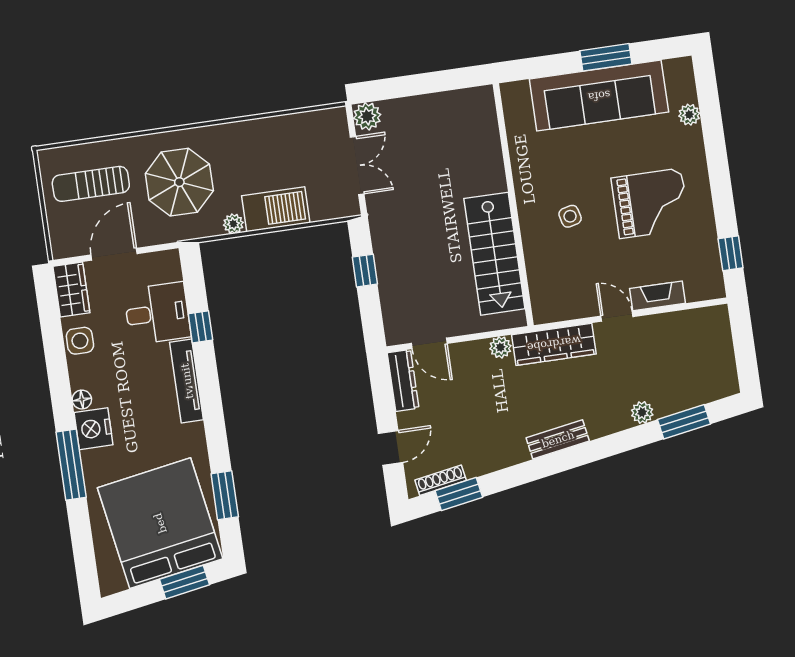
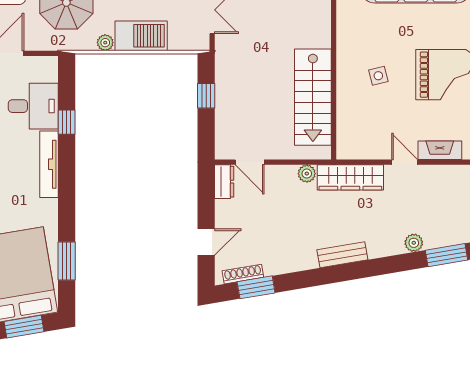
dresser: (403, 380) -> (224, 182), width x0.70

